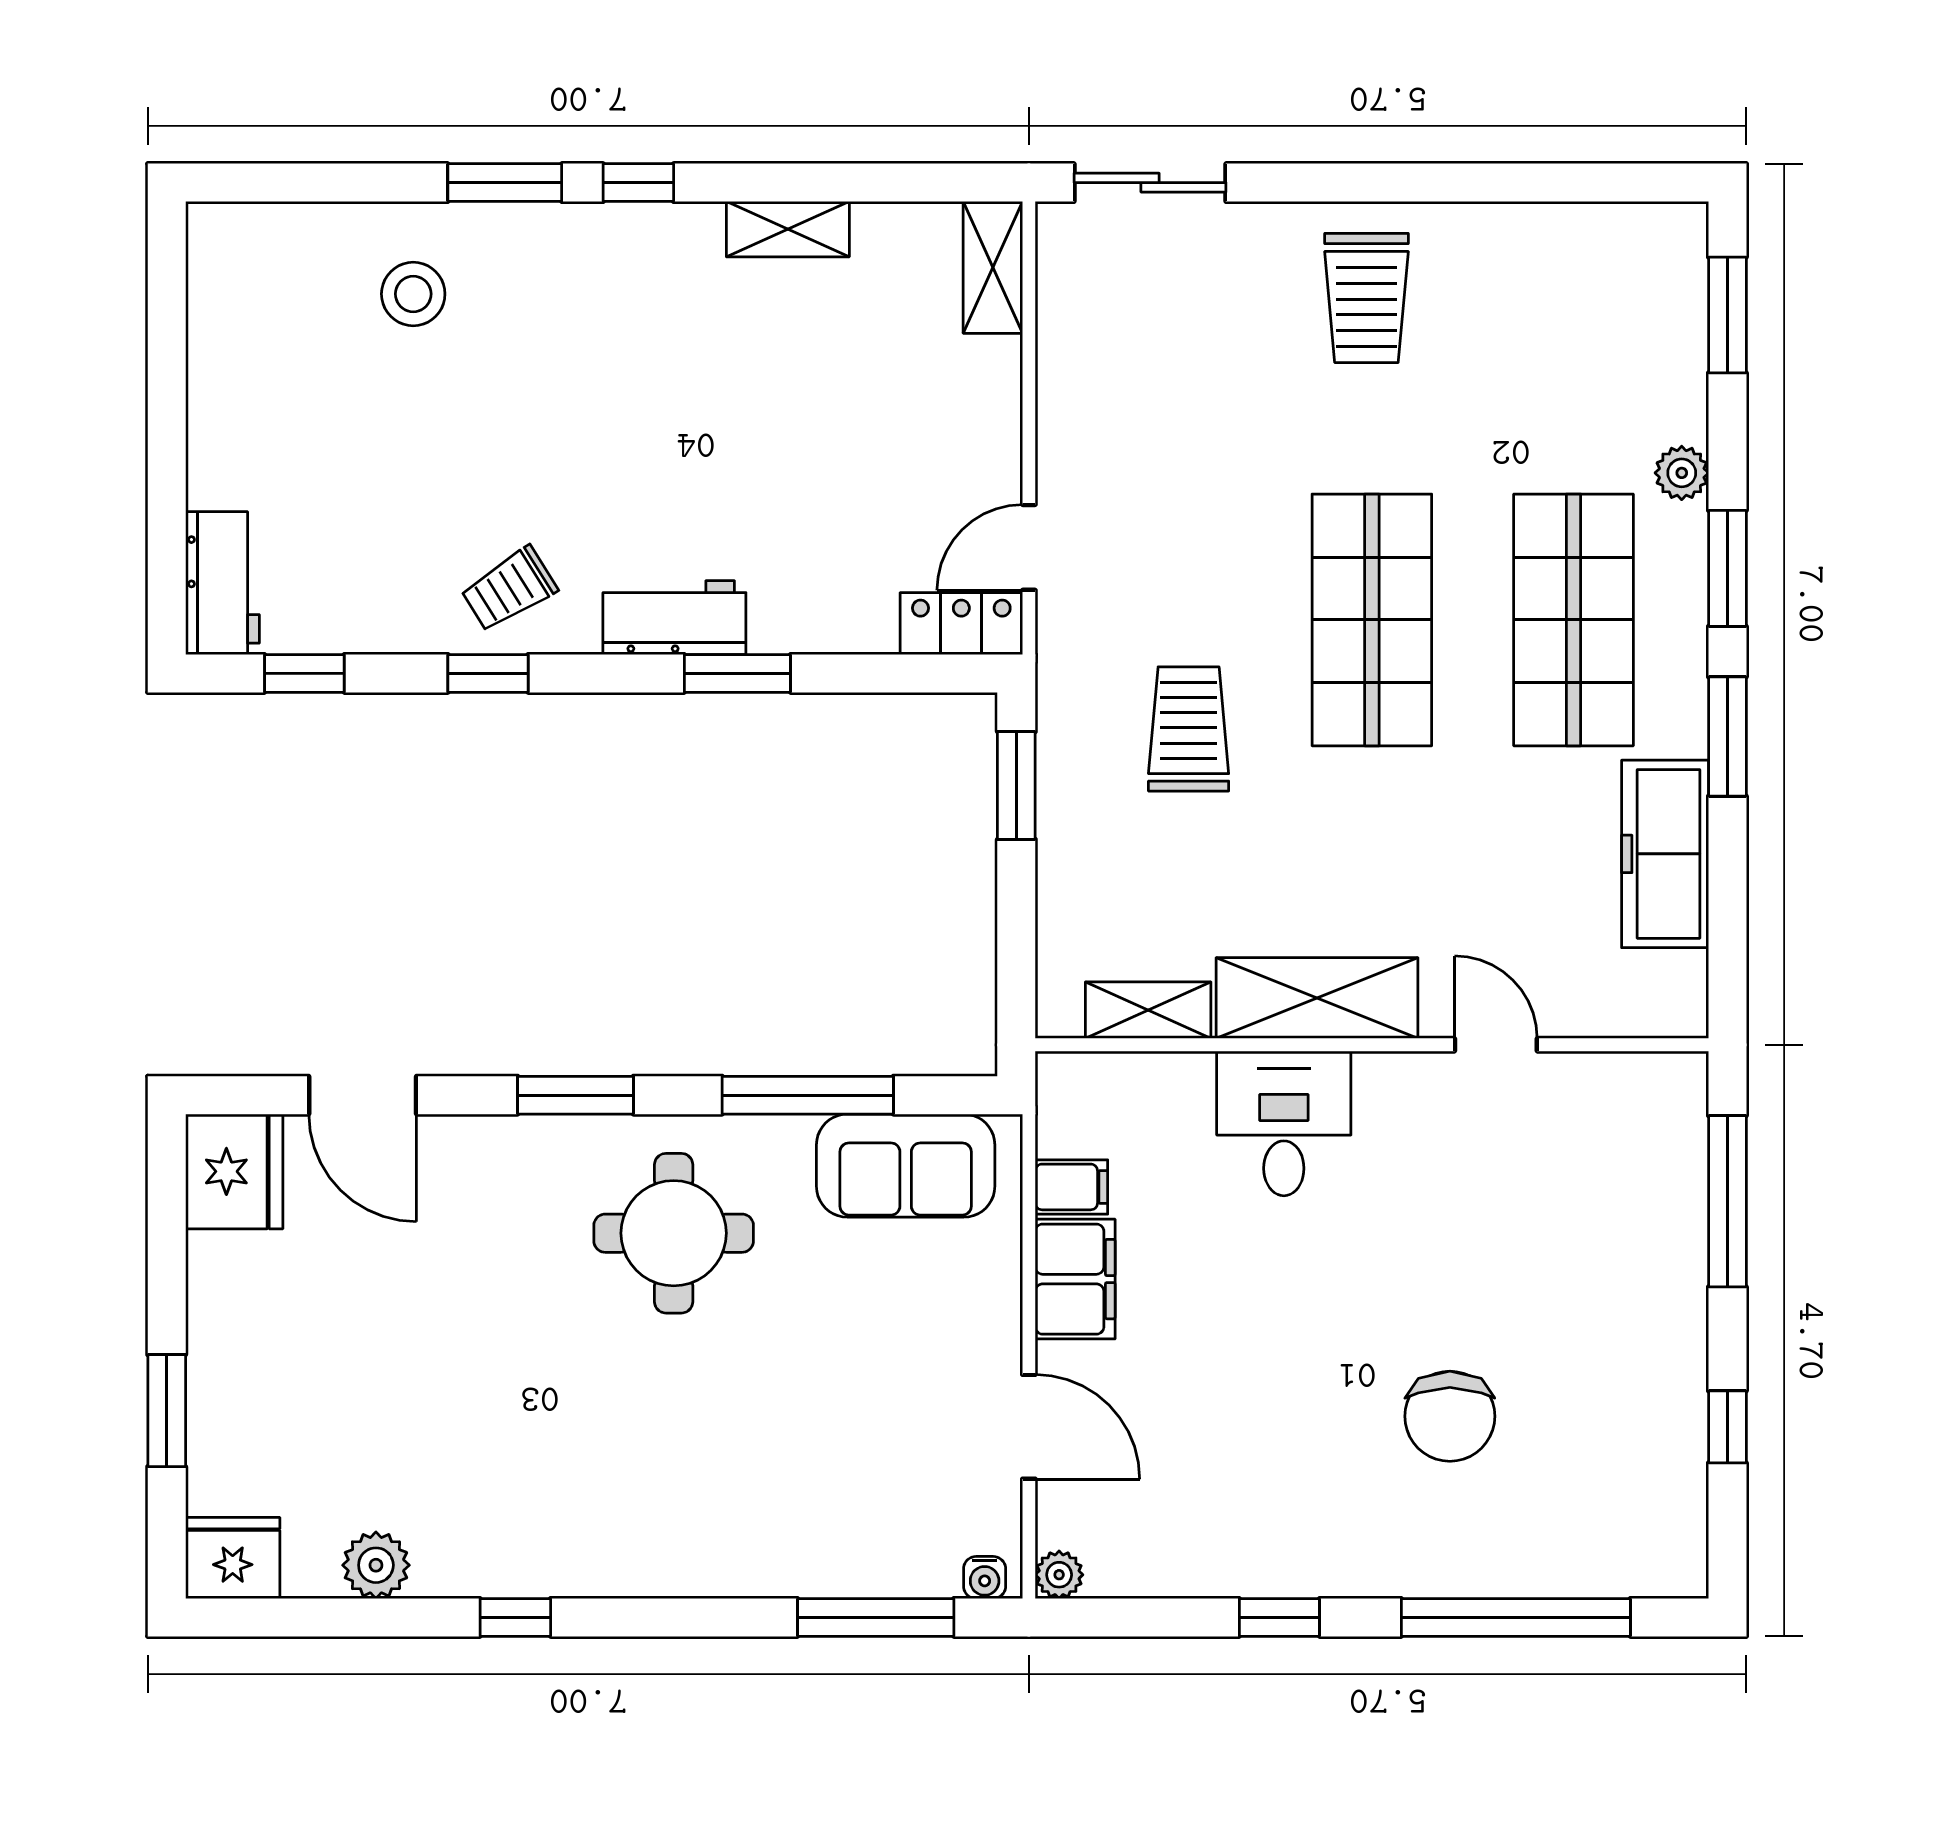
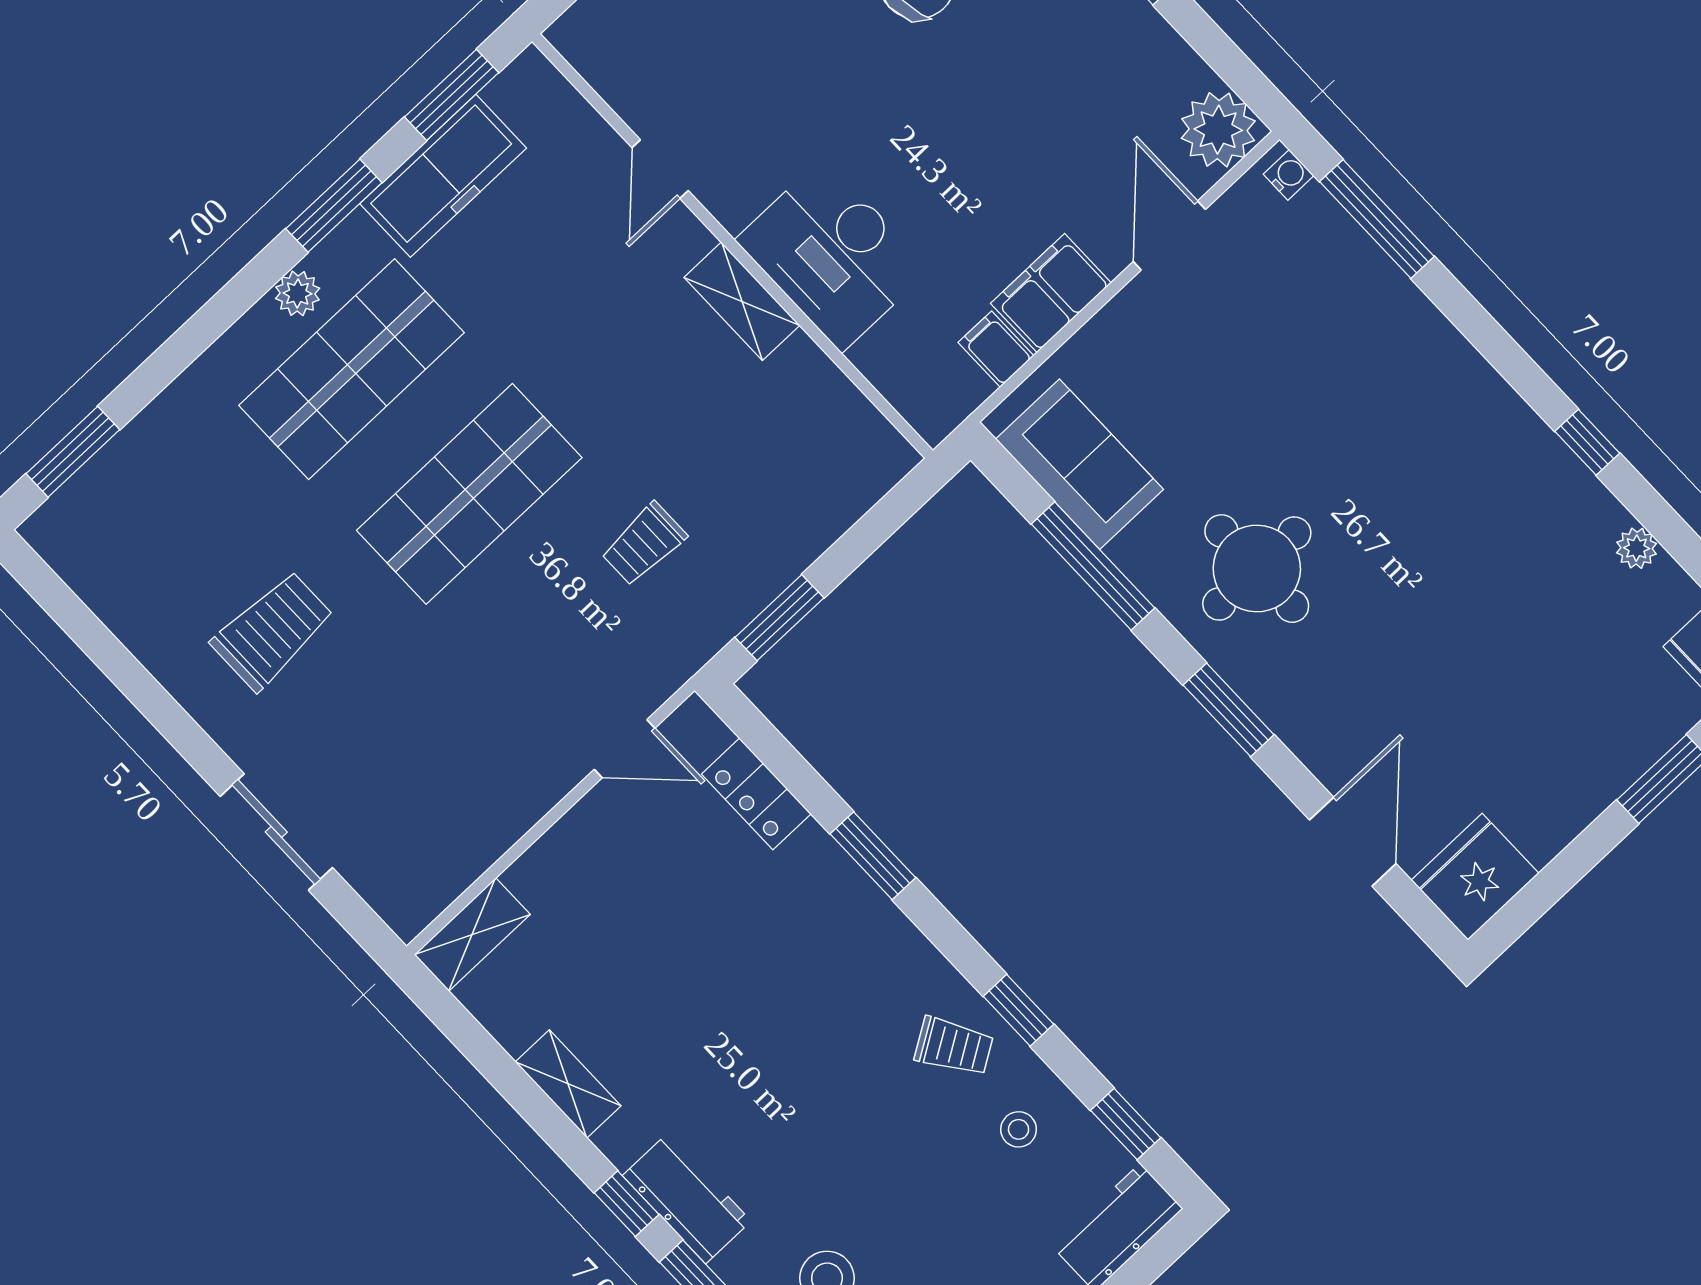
sliding door: (1150, 183) -> (276, 832), moved
trolley: (1366, 298) -> (273, 631), moved
plant: (1682, 473) -> (298, 293), moved
window: (1727, 568) -> (452, 95), moved
stool: (386, 578) -> (1019, 1129), added
workbench: (674, 618) -> (687, 1198), moved, turned 180
locker: (961, 624) -> (756, 794), moved
trolley: (1189, 729) -> (644, 544), width x0.73, depth x0.72
shelving: (1317, 998) -> (742, 301), width x0.67, depth x0.75
shelving: (1148, 1010) -> (842, 405), removed
desk: (1284, 1123) -> (833, 255), width x1.37
plant: (376, 1565) -> (1637, 548), width x0.73, depth x0.73
plant: (1059, 1575) -> (1218, 130), width x1.88, depth x1.88

